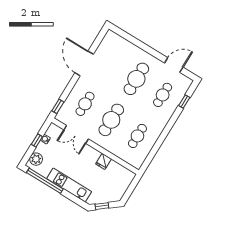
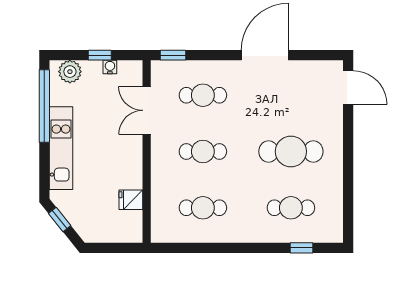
door: (174, 65) -> (348, 88), moved
cafe table: (111, 120) -> (203, 151), width x0.73, depth x0.74
fridge: (104, 161) -> (131, 200), moved

